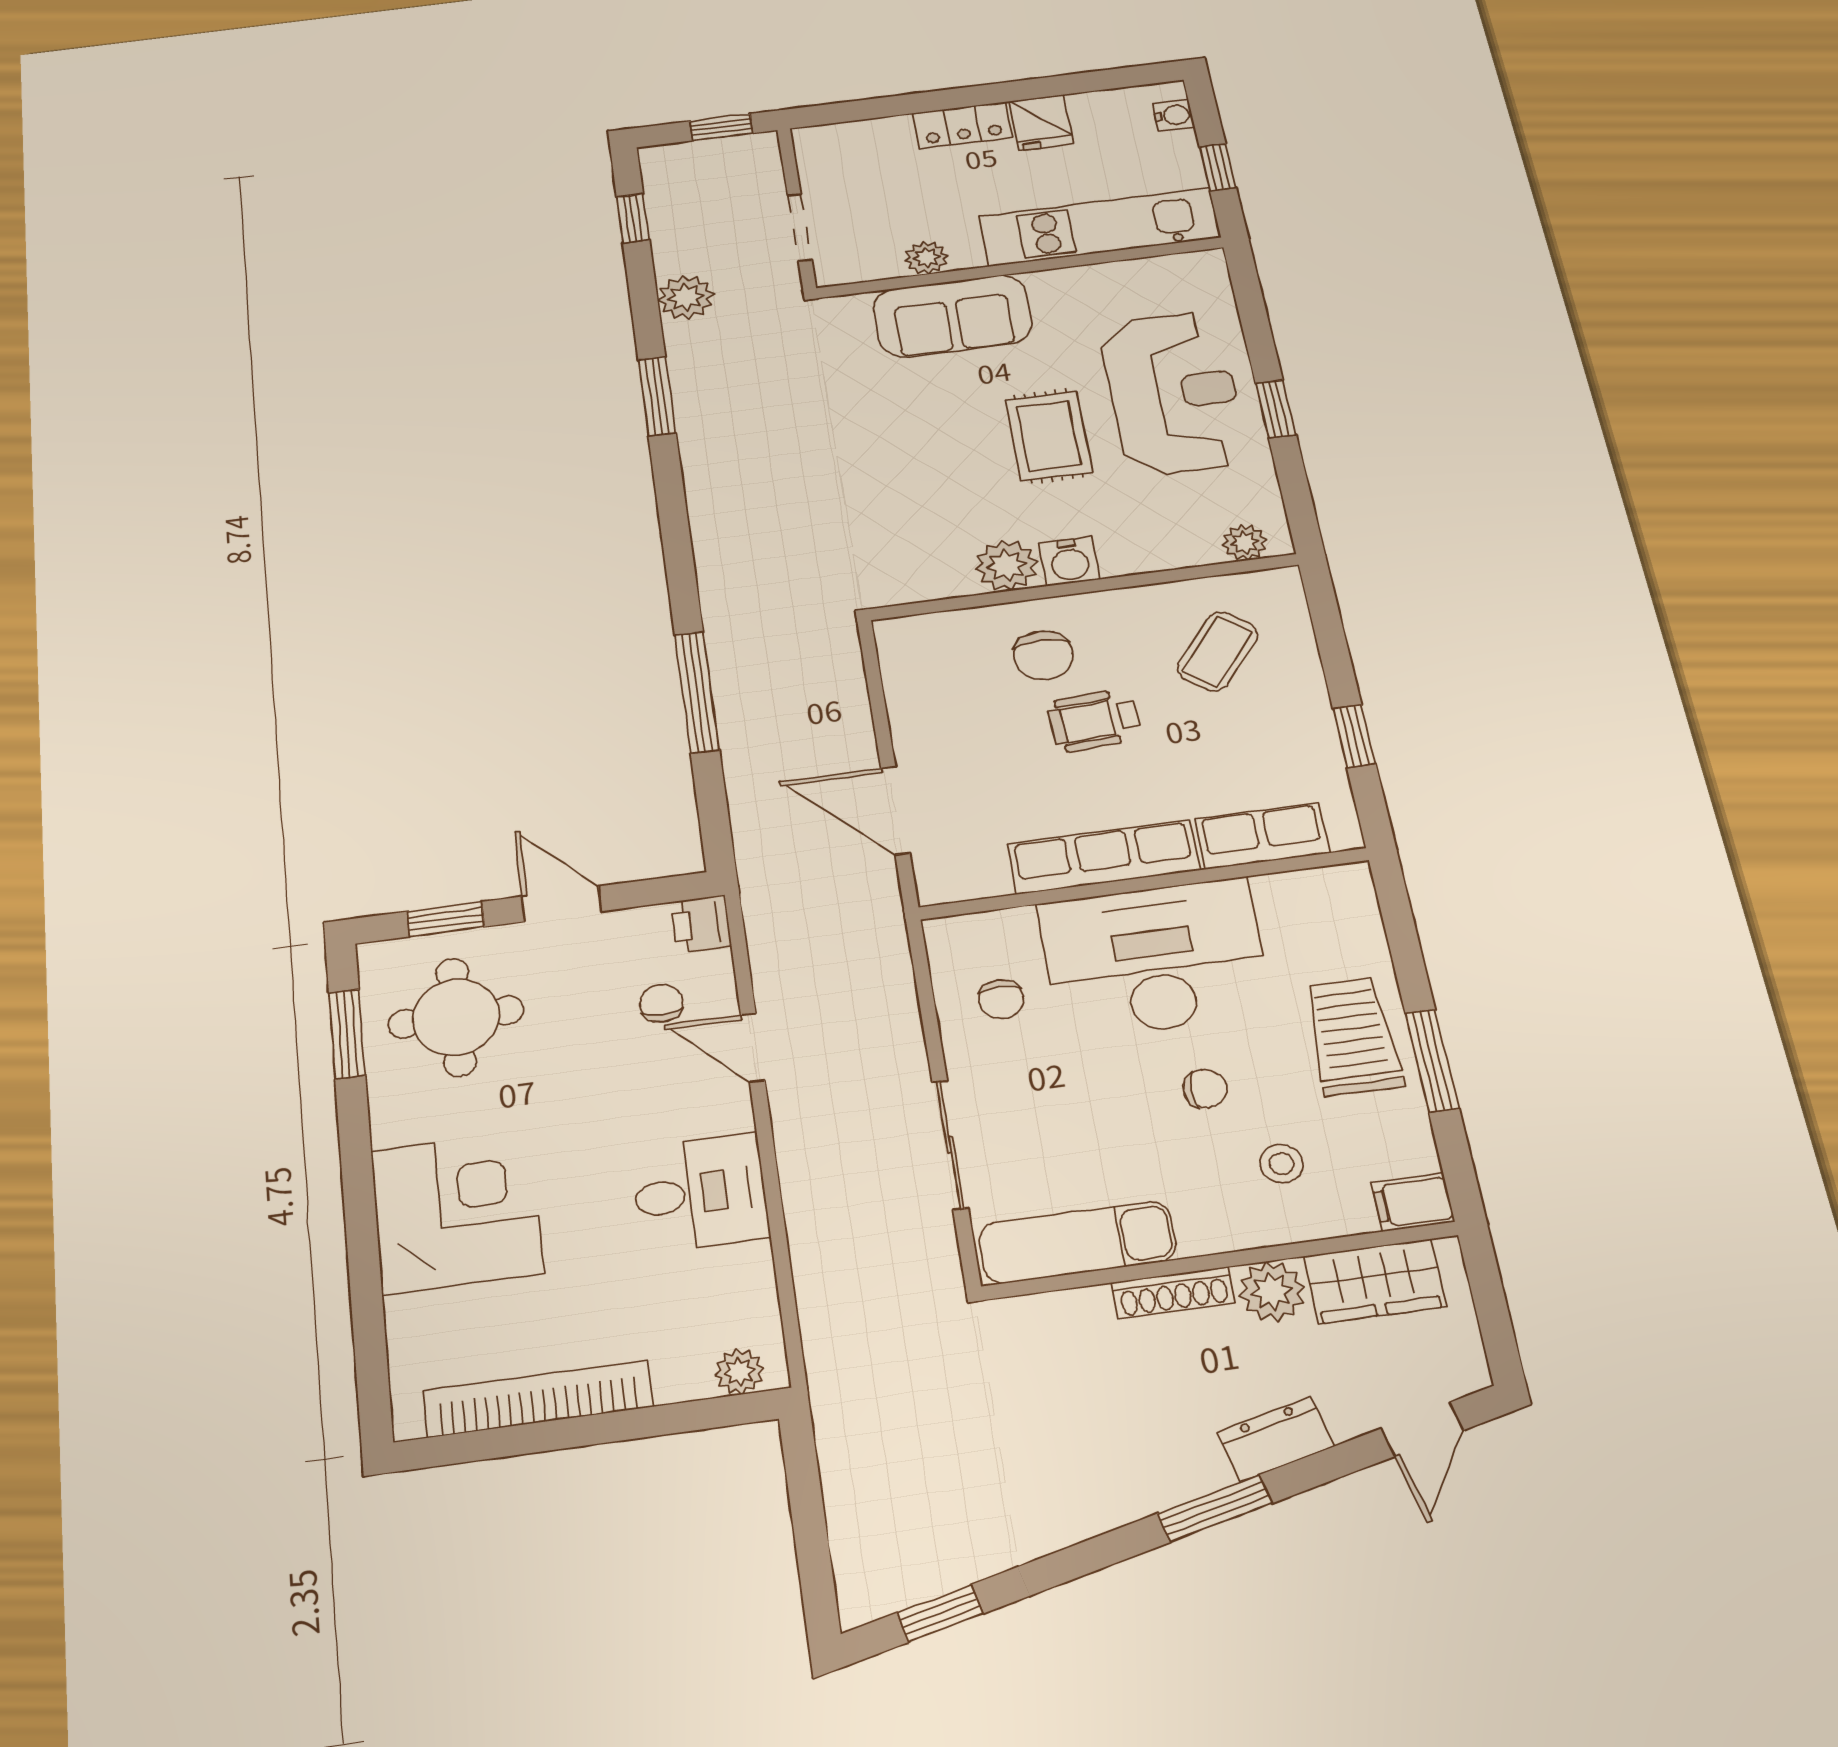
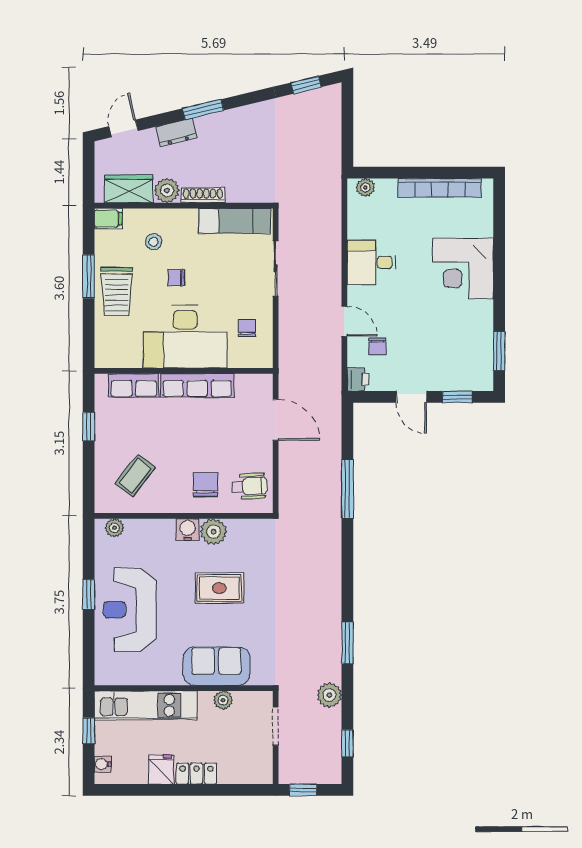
rug: (1049, 436) -> (219, 588), moved, turned 90
wheelchair: (1094, 721) -> (250, 486), moved
round table: (456, 1017) -> (457, 352), removed

